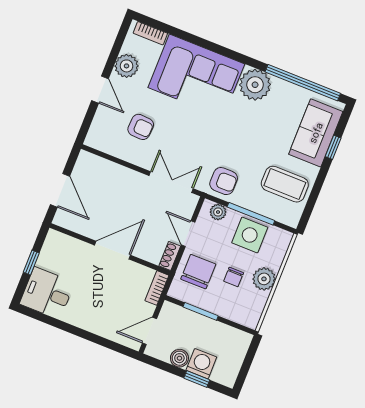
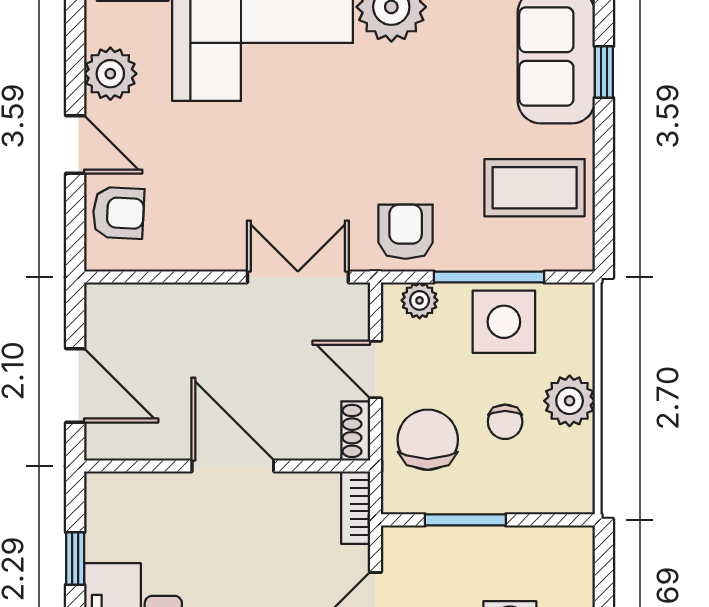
armchair: (141, 127) -> (118, 213), moved
armchair: (224, 181) -> (406, 232), turned -90
door: (112, 250) -> (233, 466), hinge flipped

